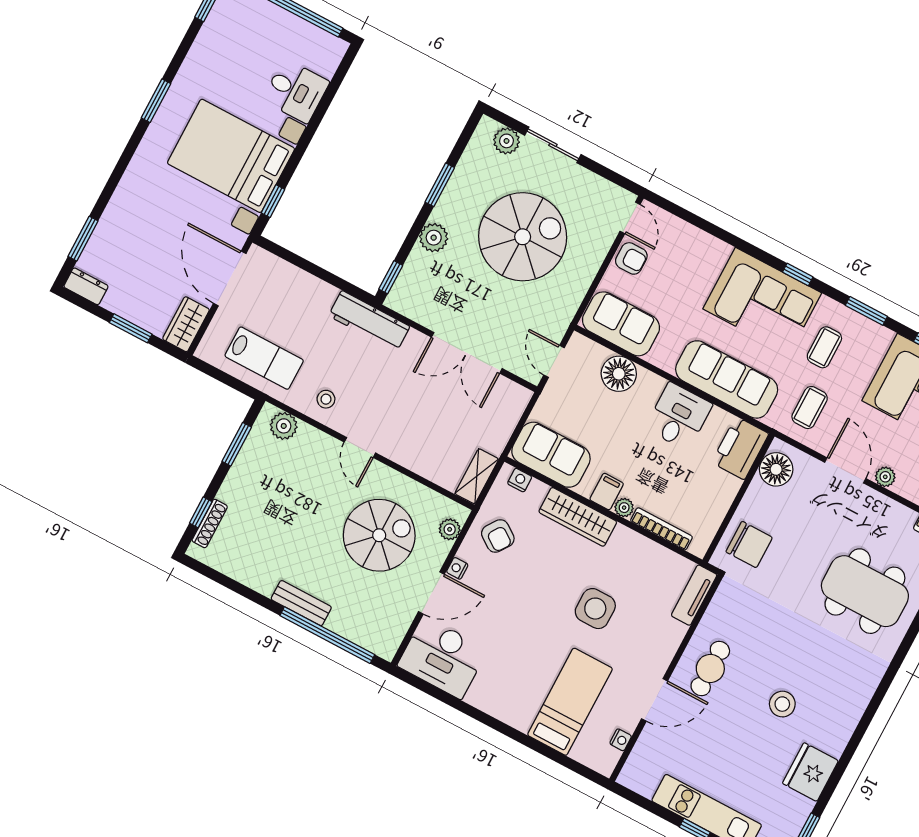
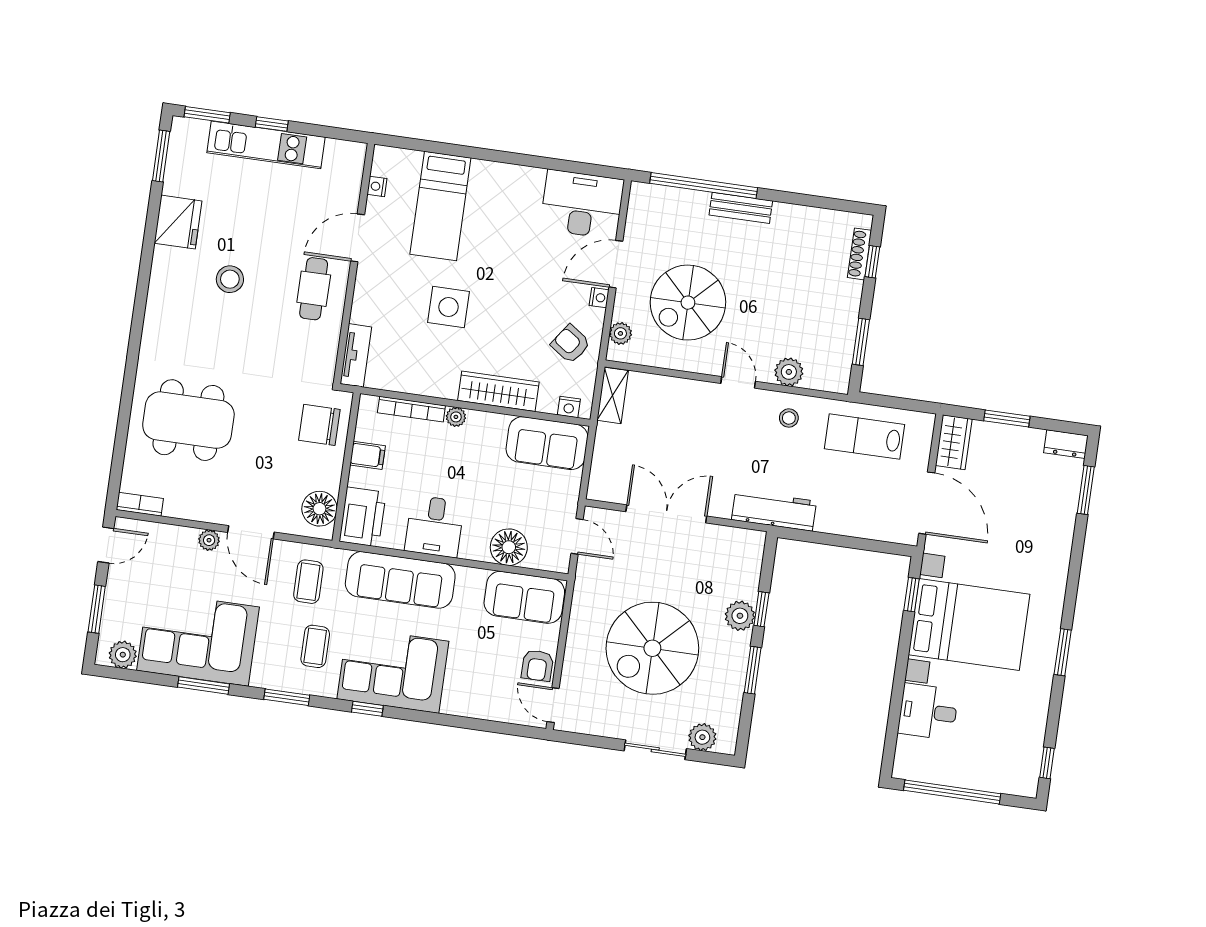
armchair: (631, 258) -> (537, 666), turned -90
window: (391, 277) -> (761, 609), moved
plant: (284, 426) -> (789, 372), moved
filing cabinet: (607, 492) -> (368, 455), moved, turned -90

